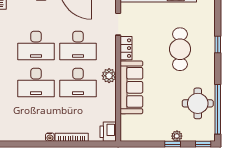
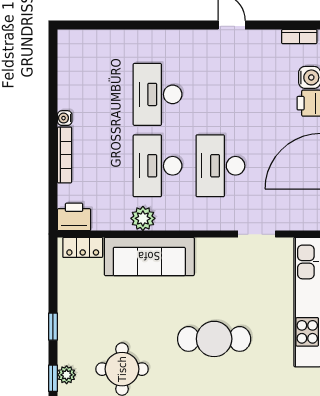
desk: (36, 45) -> (220, 94), removed
locker: (126, 48) -> (83, 247), moved
plant: (109, 76) -> (143, 218), moved
plant: (177, 136) -> (67, 375), moved

